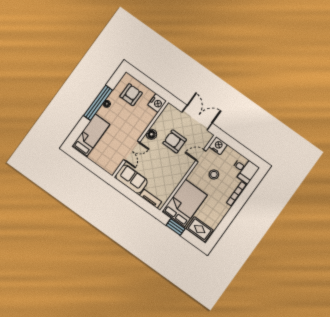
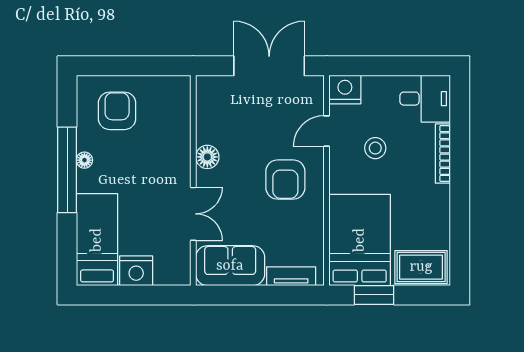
nightstand: (157, 103) -> (136, 271), moved, turned 90
armchair: (175, 141) -> (285, 180), moved, turned -90

